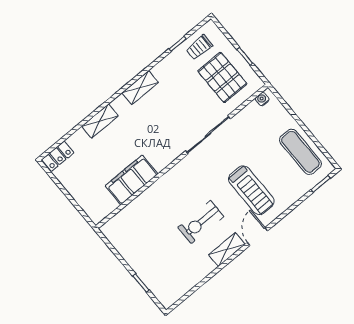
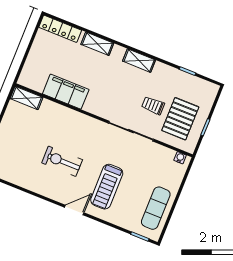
trolley: (199, 47) -> (153, 106), moved
locker: (58, 156) -> (60, 29), width x1.53
shelving: (227, 250) -> (26, 98), moved

